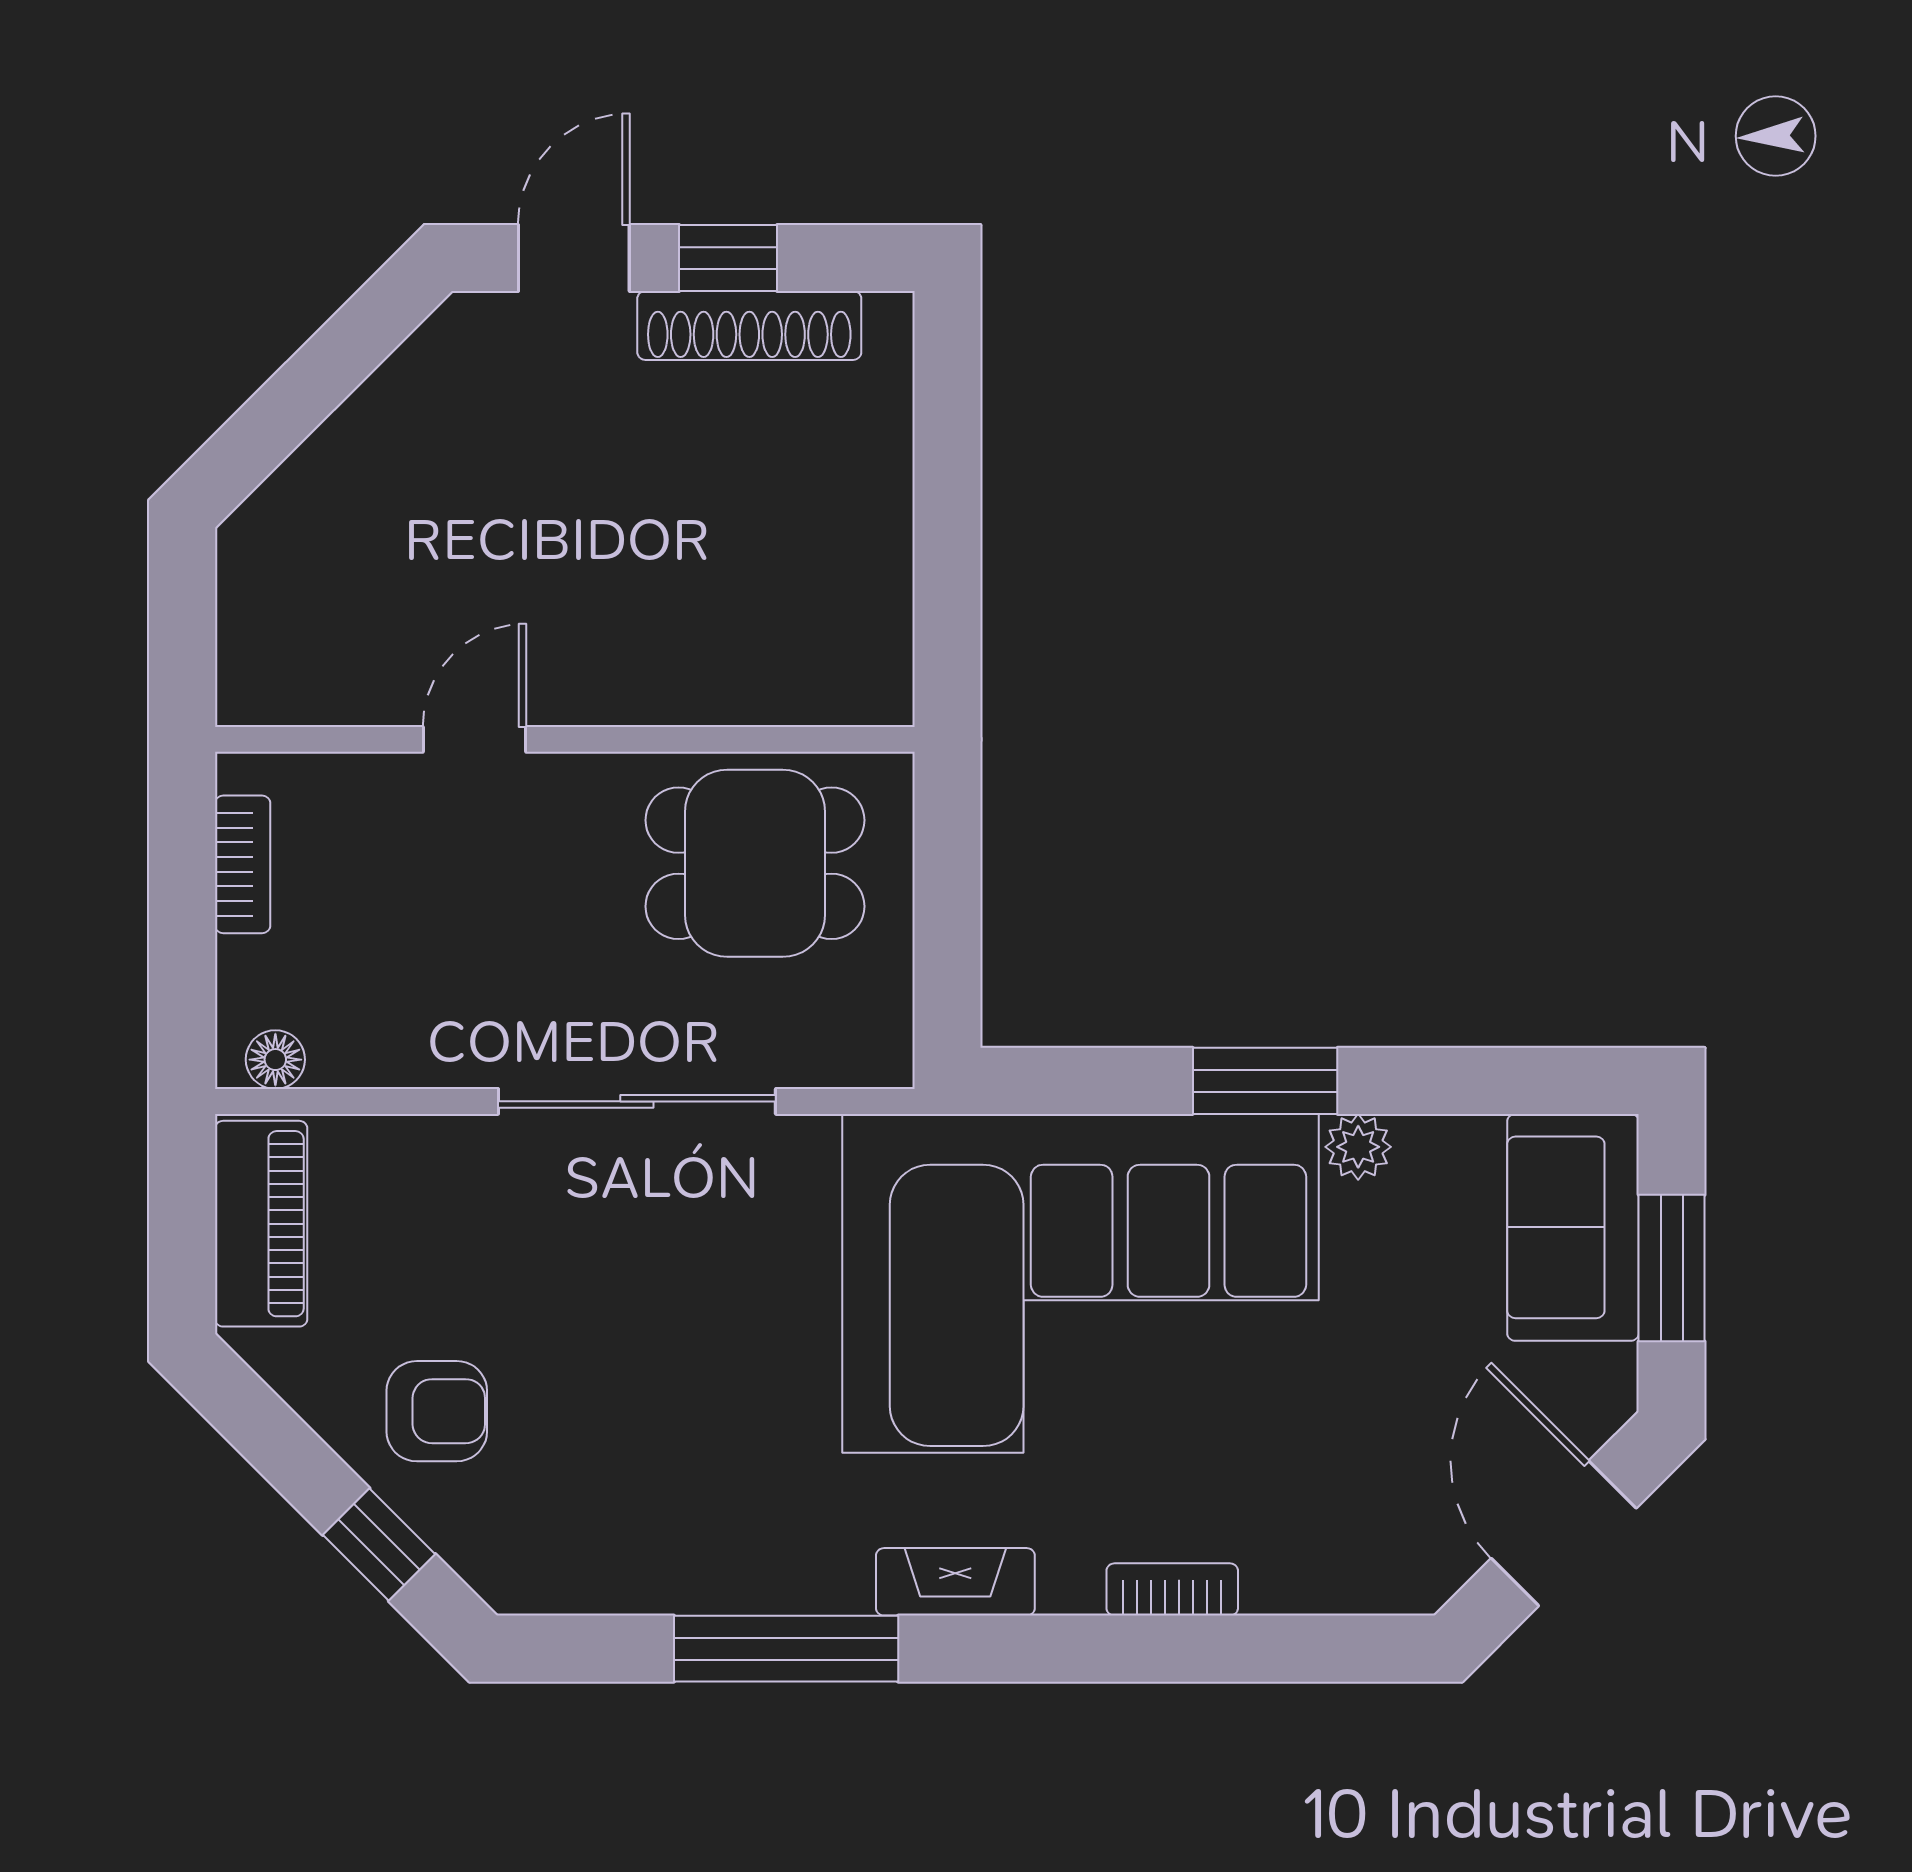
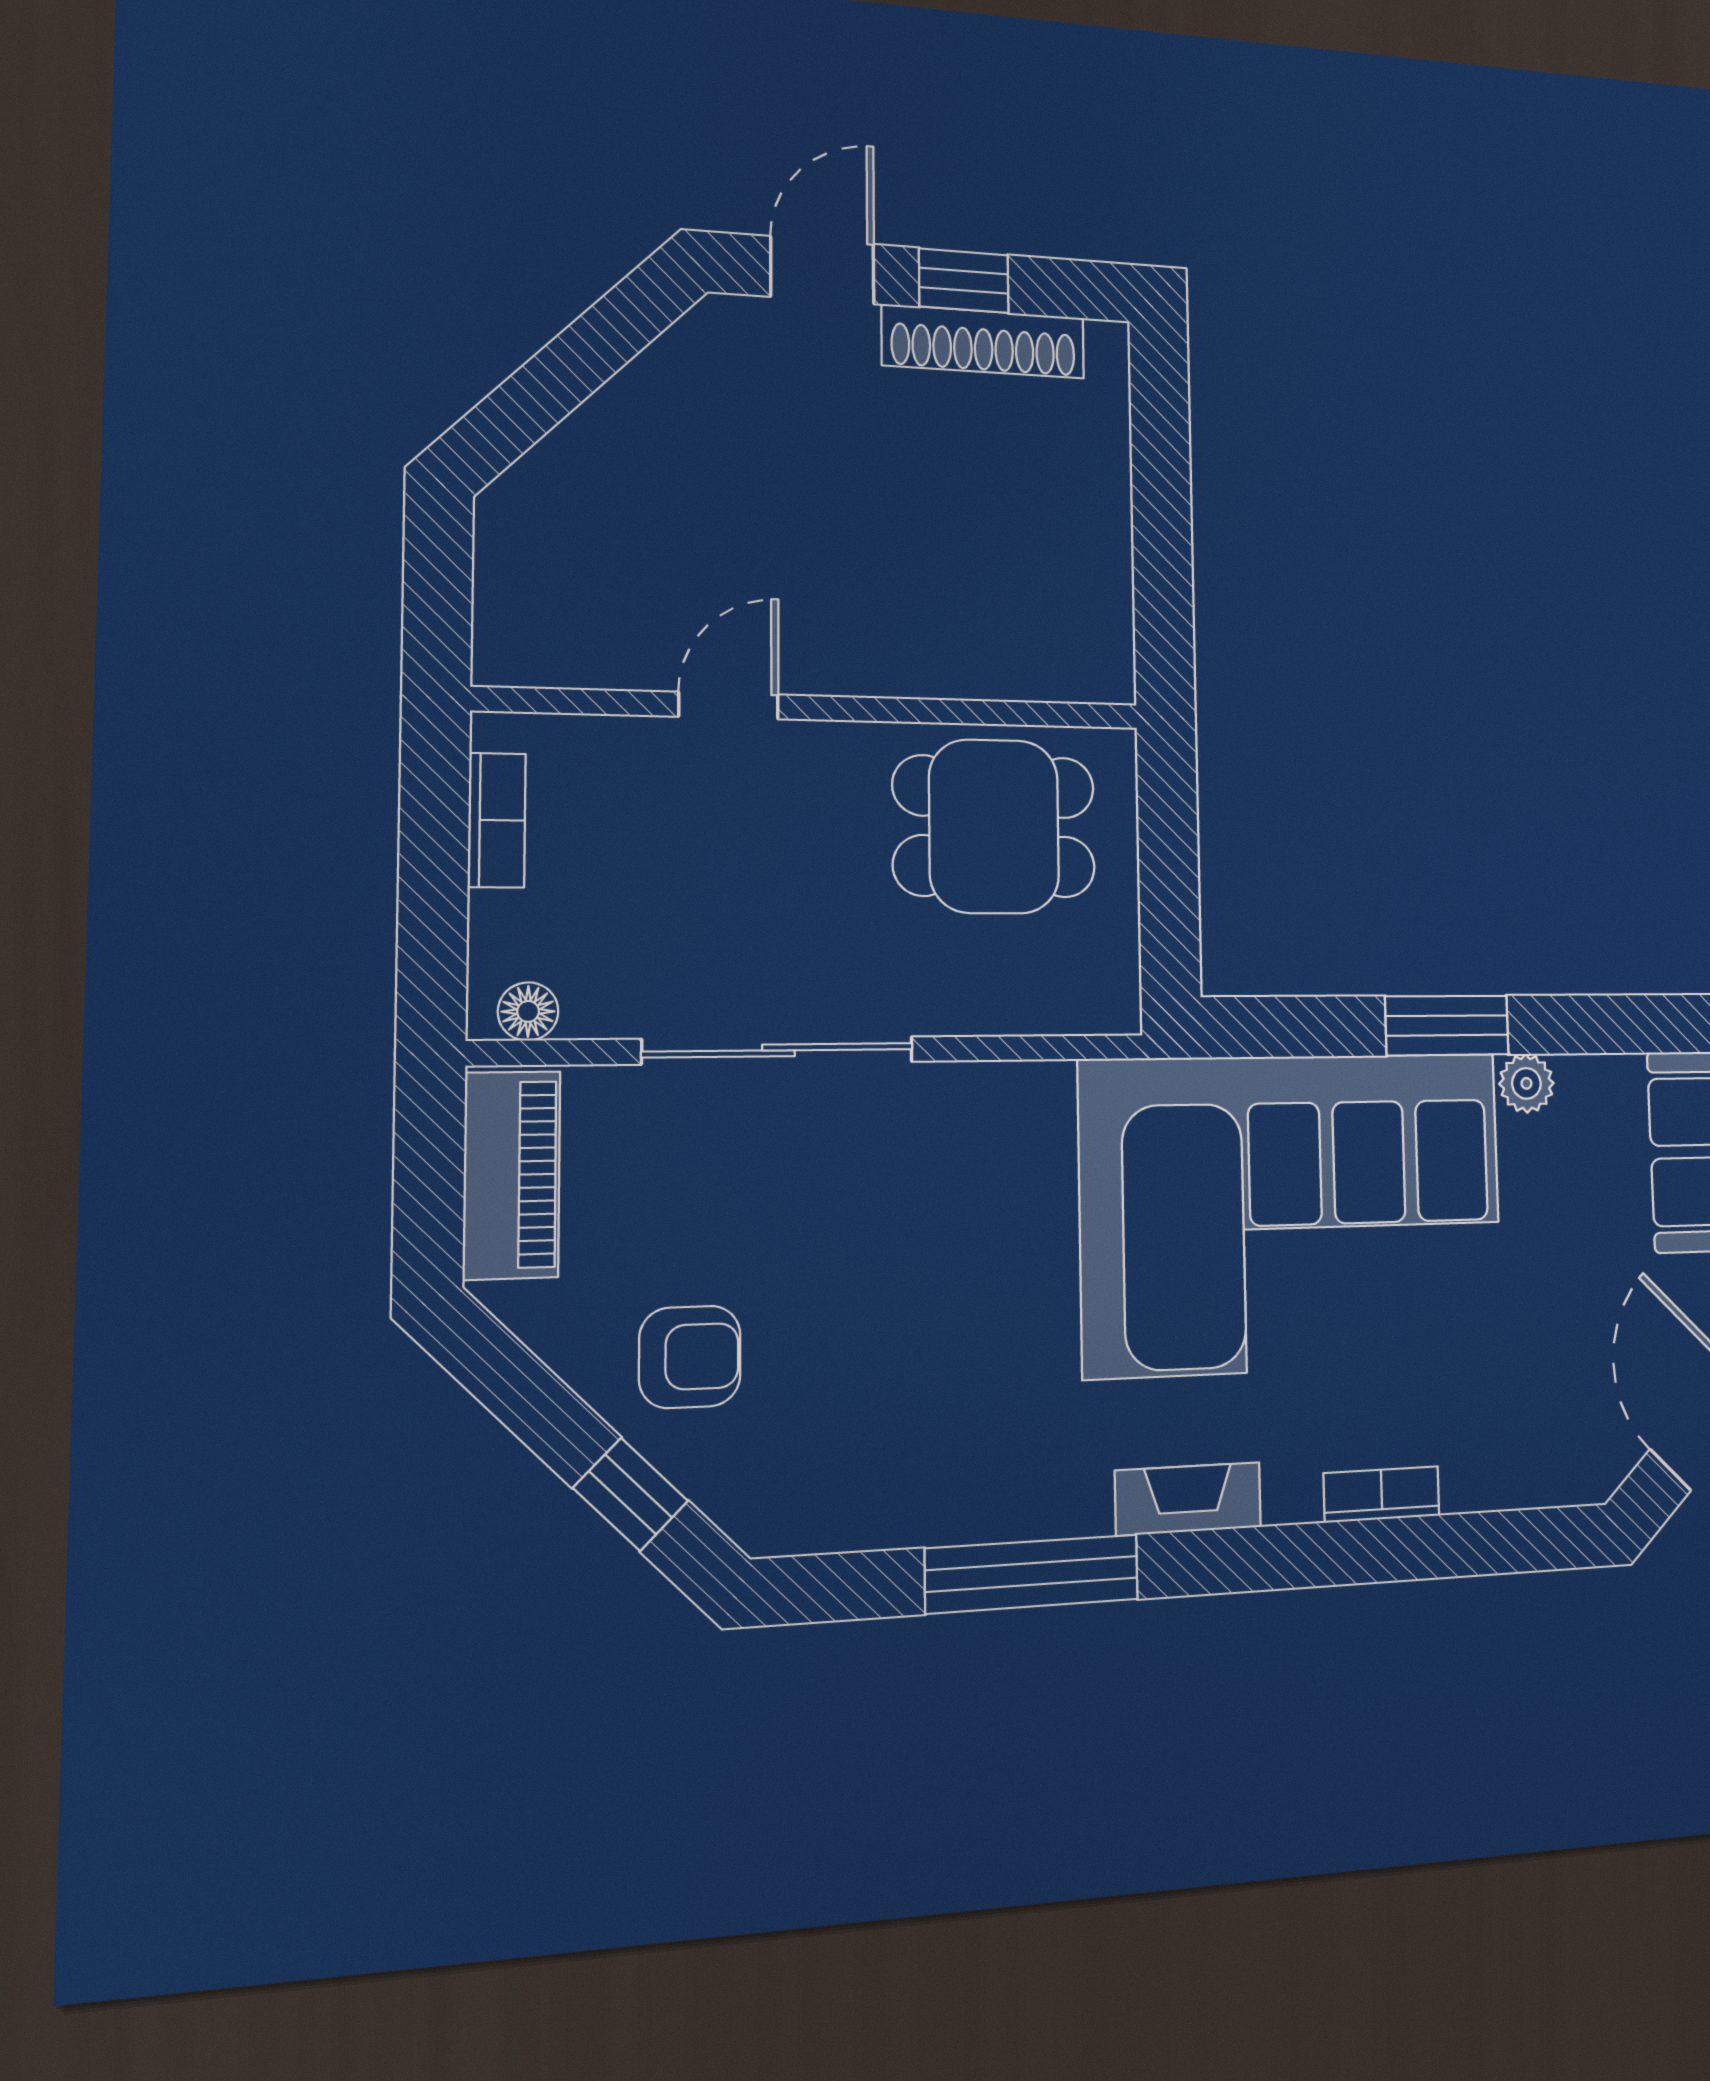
sliding door: (637, 1101) -> (779, 1050), moved

